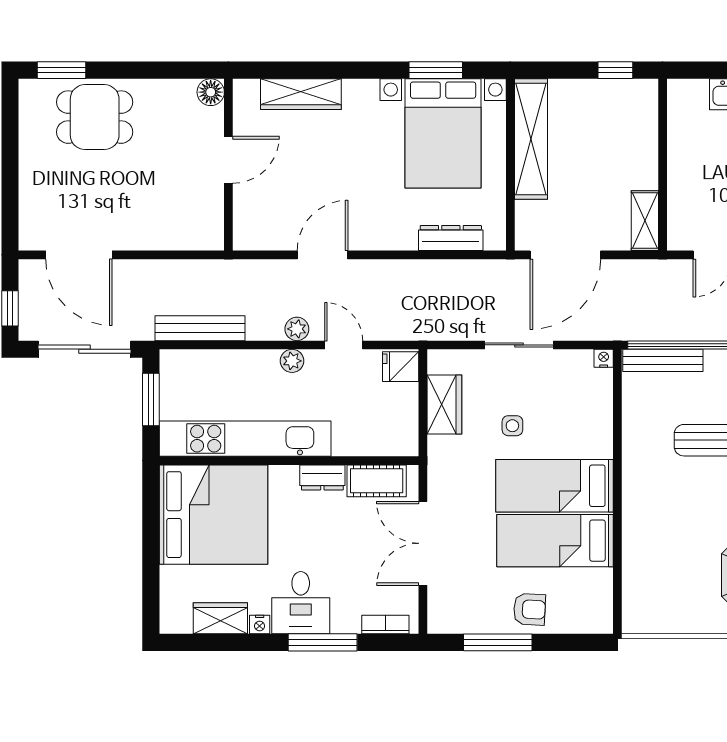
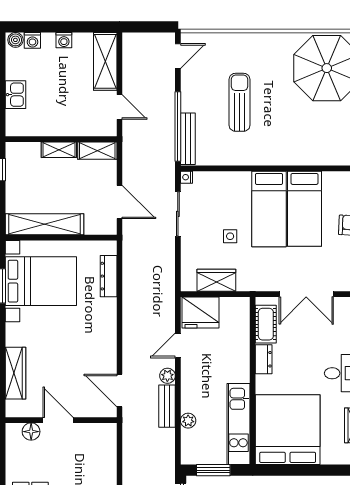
floor lamp: (211, 92) -> (31, 432), moved
shelving: (646, 161) -> (59, 150), added
door: (323, 255) -> (119, 391), moved
door: (565, 255) -> (119, 202), width x0.73
bench: (200, 328) -> (167, 406), moved, width x0.73
sliding door: (519, 345) -> (178, 214), moved
plant: (292, 361) -> (188, 421), moved
fridge: (401, 367) -> (201, 313), width x1.88, depth x1.34
kitchen unit: (245, 439) -> (238, 424), width x0.73

